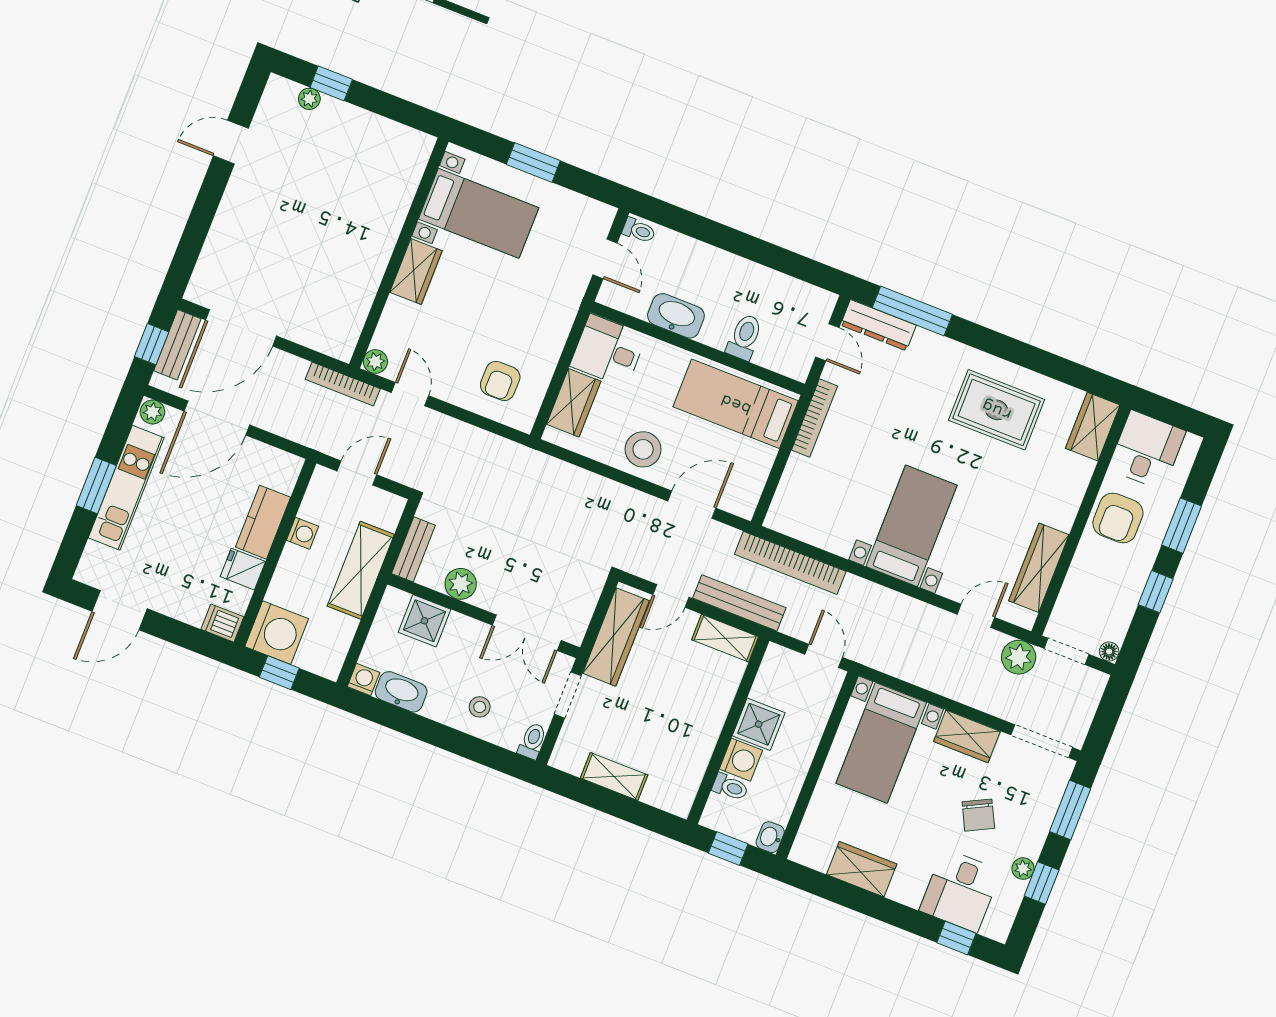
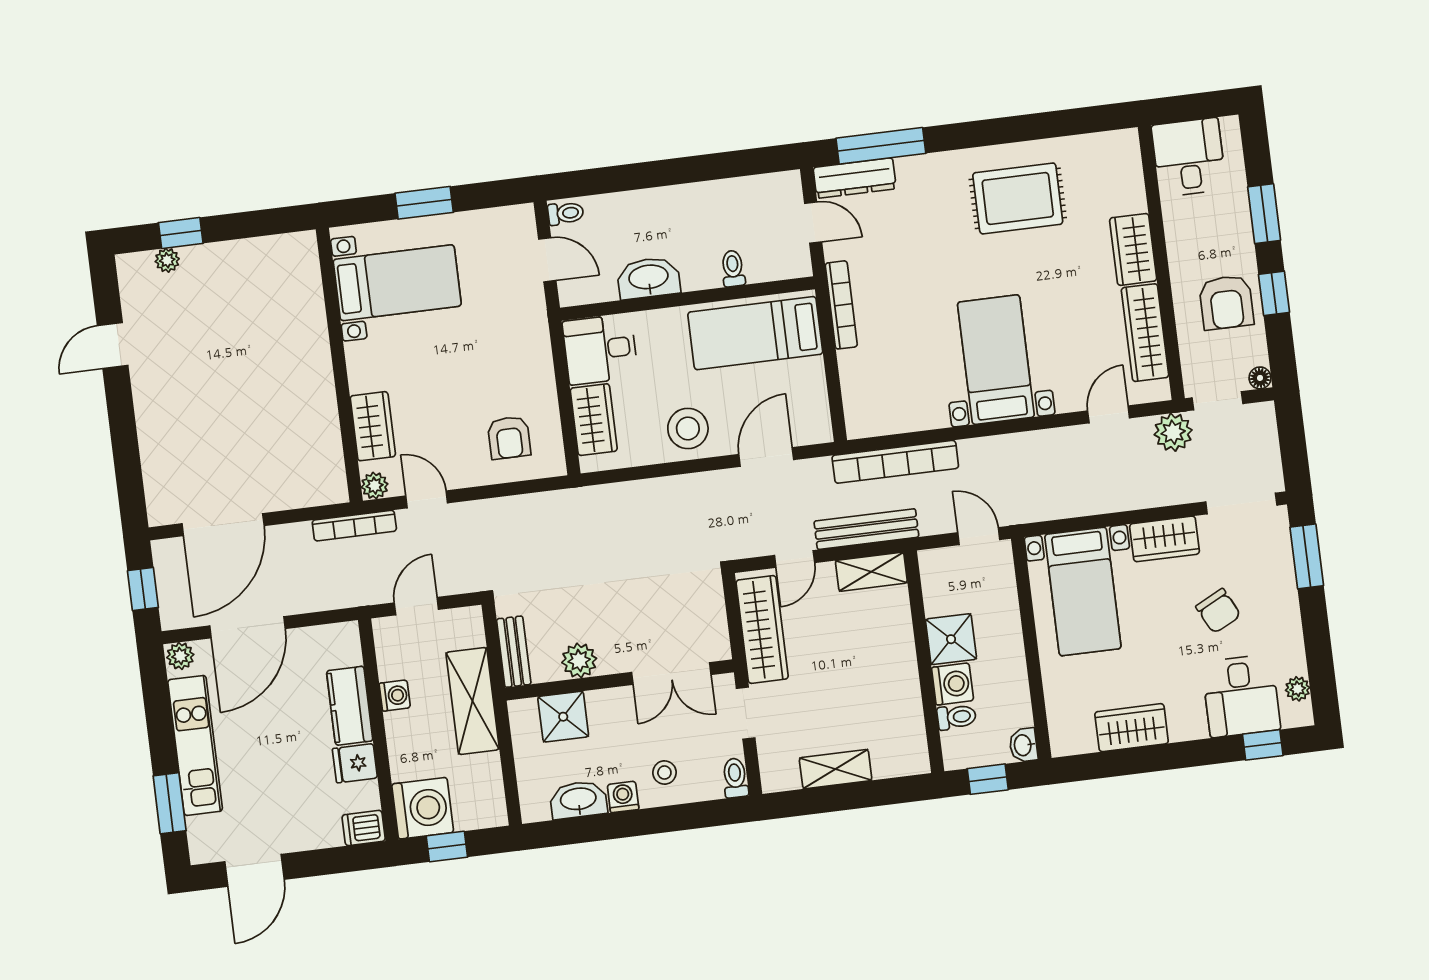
wardrobe: (416, 271) -> (373, 426), moved
toilet: (744, 337) -> (733, 268), width x0.73, depth x0.72
bench: (177, 345) -> (169, 576), removed
wardrobe: (1093, 427) -> (1133, 249), moved
window: (96, 486) -> (170, 803), moved
armchair: (1118, 518) -> (1226, 302), moved
washing machine: (363, 680) -> (623, 797), moved
plant: (1023, 869) -> (1298, 689), moved
window: (1042, 883) -> (1318, 644), removed

